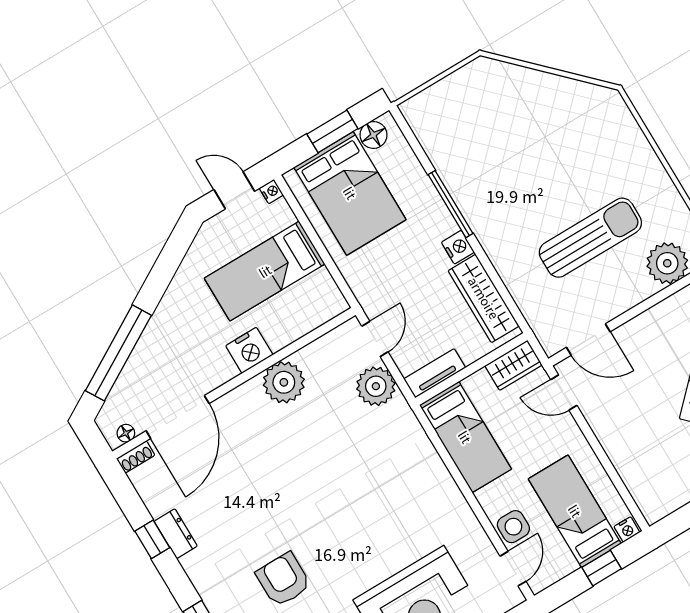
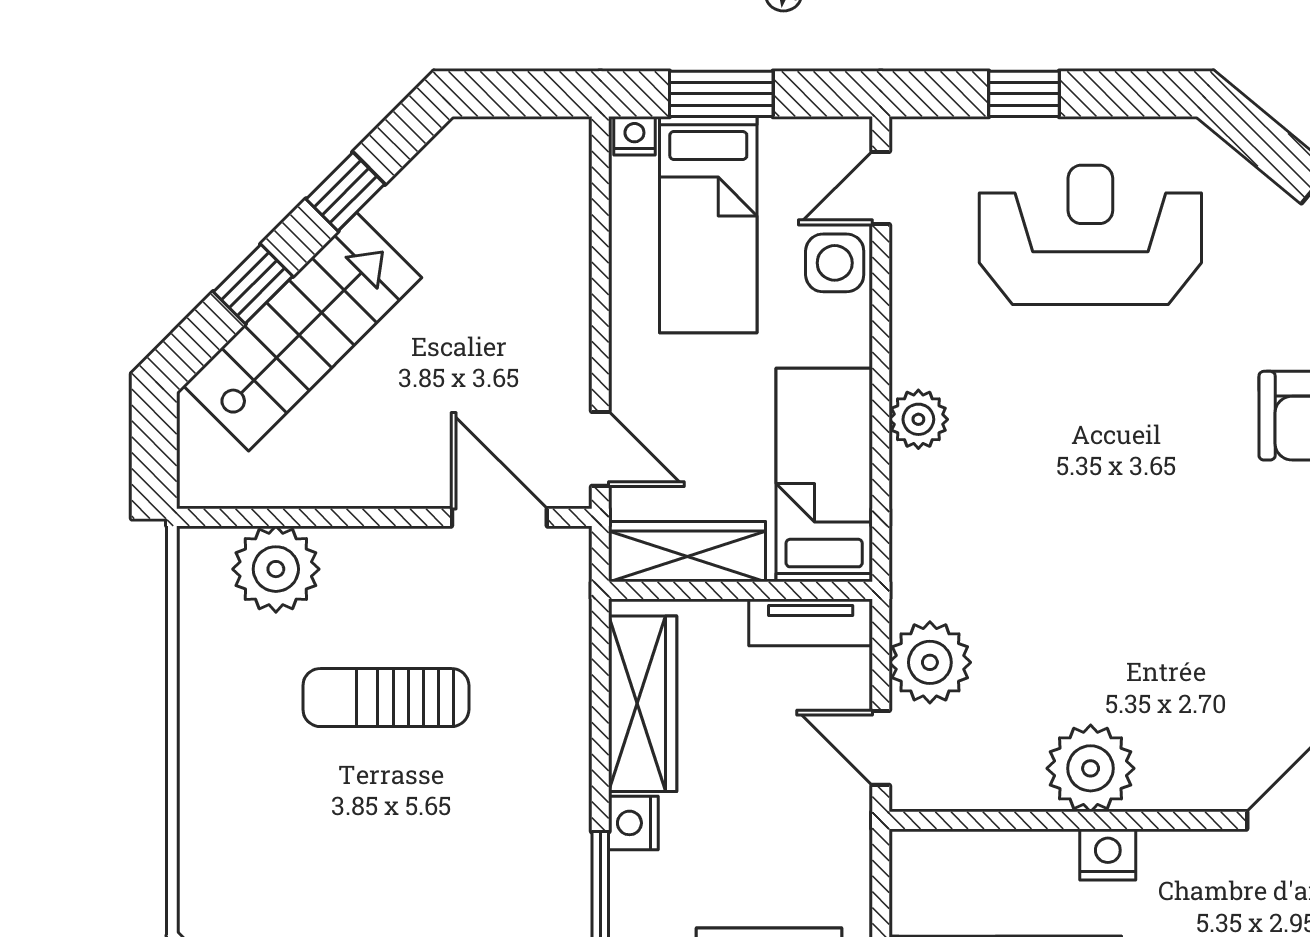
sun lounger: (590, 238) -> (386, 698), width x0.73, depth x0.75
door: (375, 339) -> (881, 748), hinge flipped
nightstand: (249, 350) -> (1108, 854), width x0.74, depth x0.75
wardrobe: (514, 365) -> (687, 552), width x1.50
plant: (440, 483) -> (918, 419), added
window: (602, 568) -> (721, 94), width x1.50

